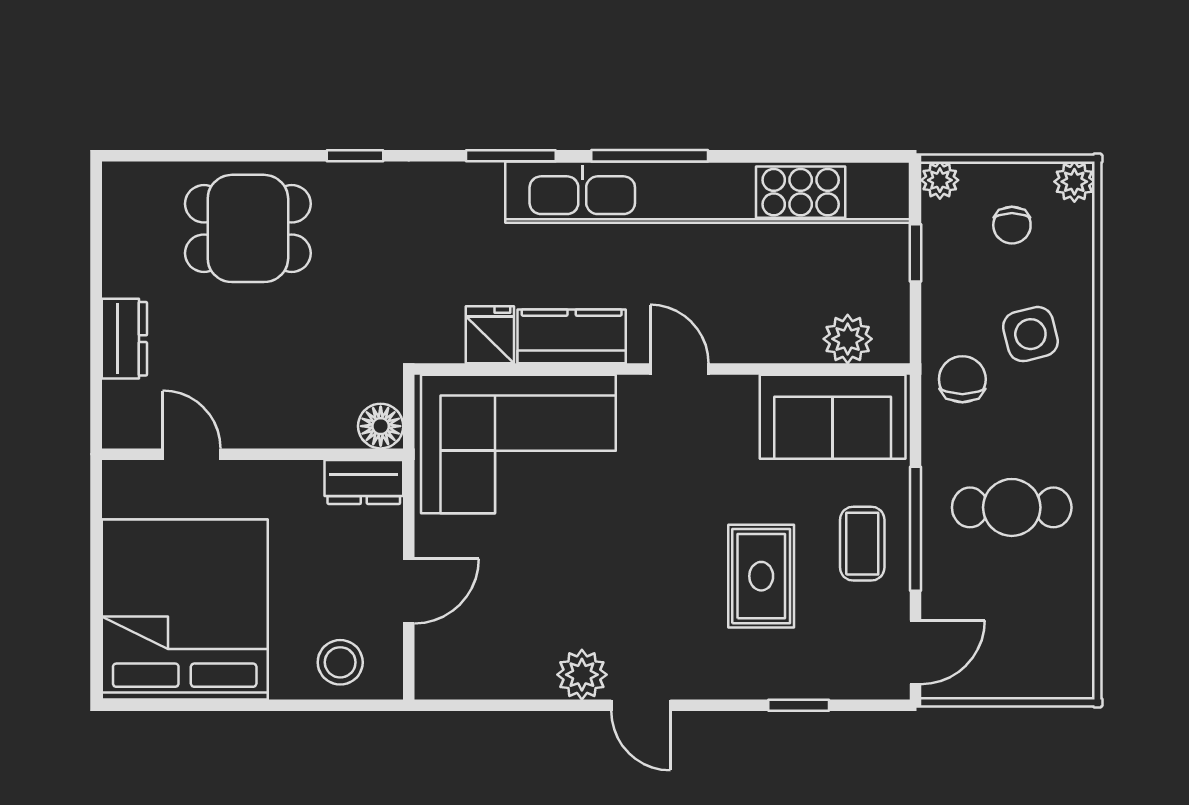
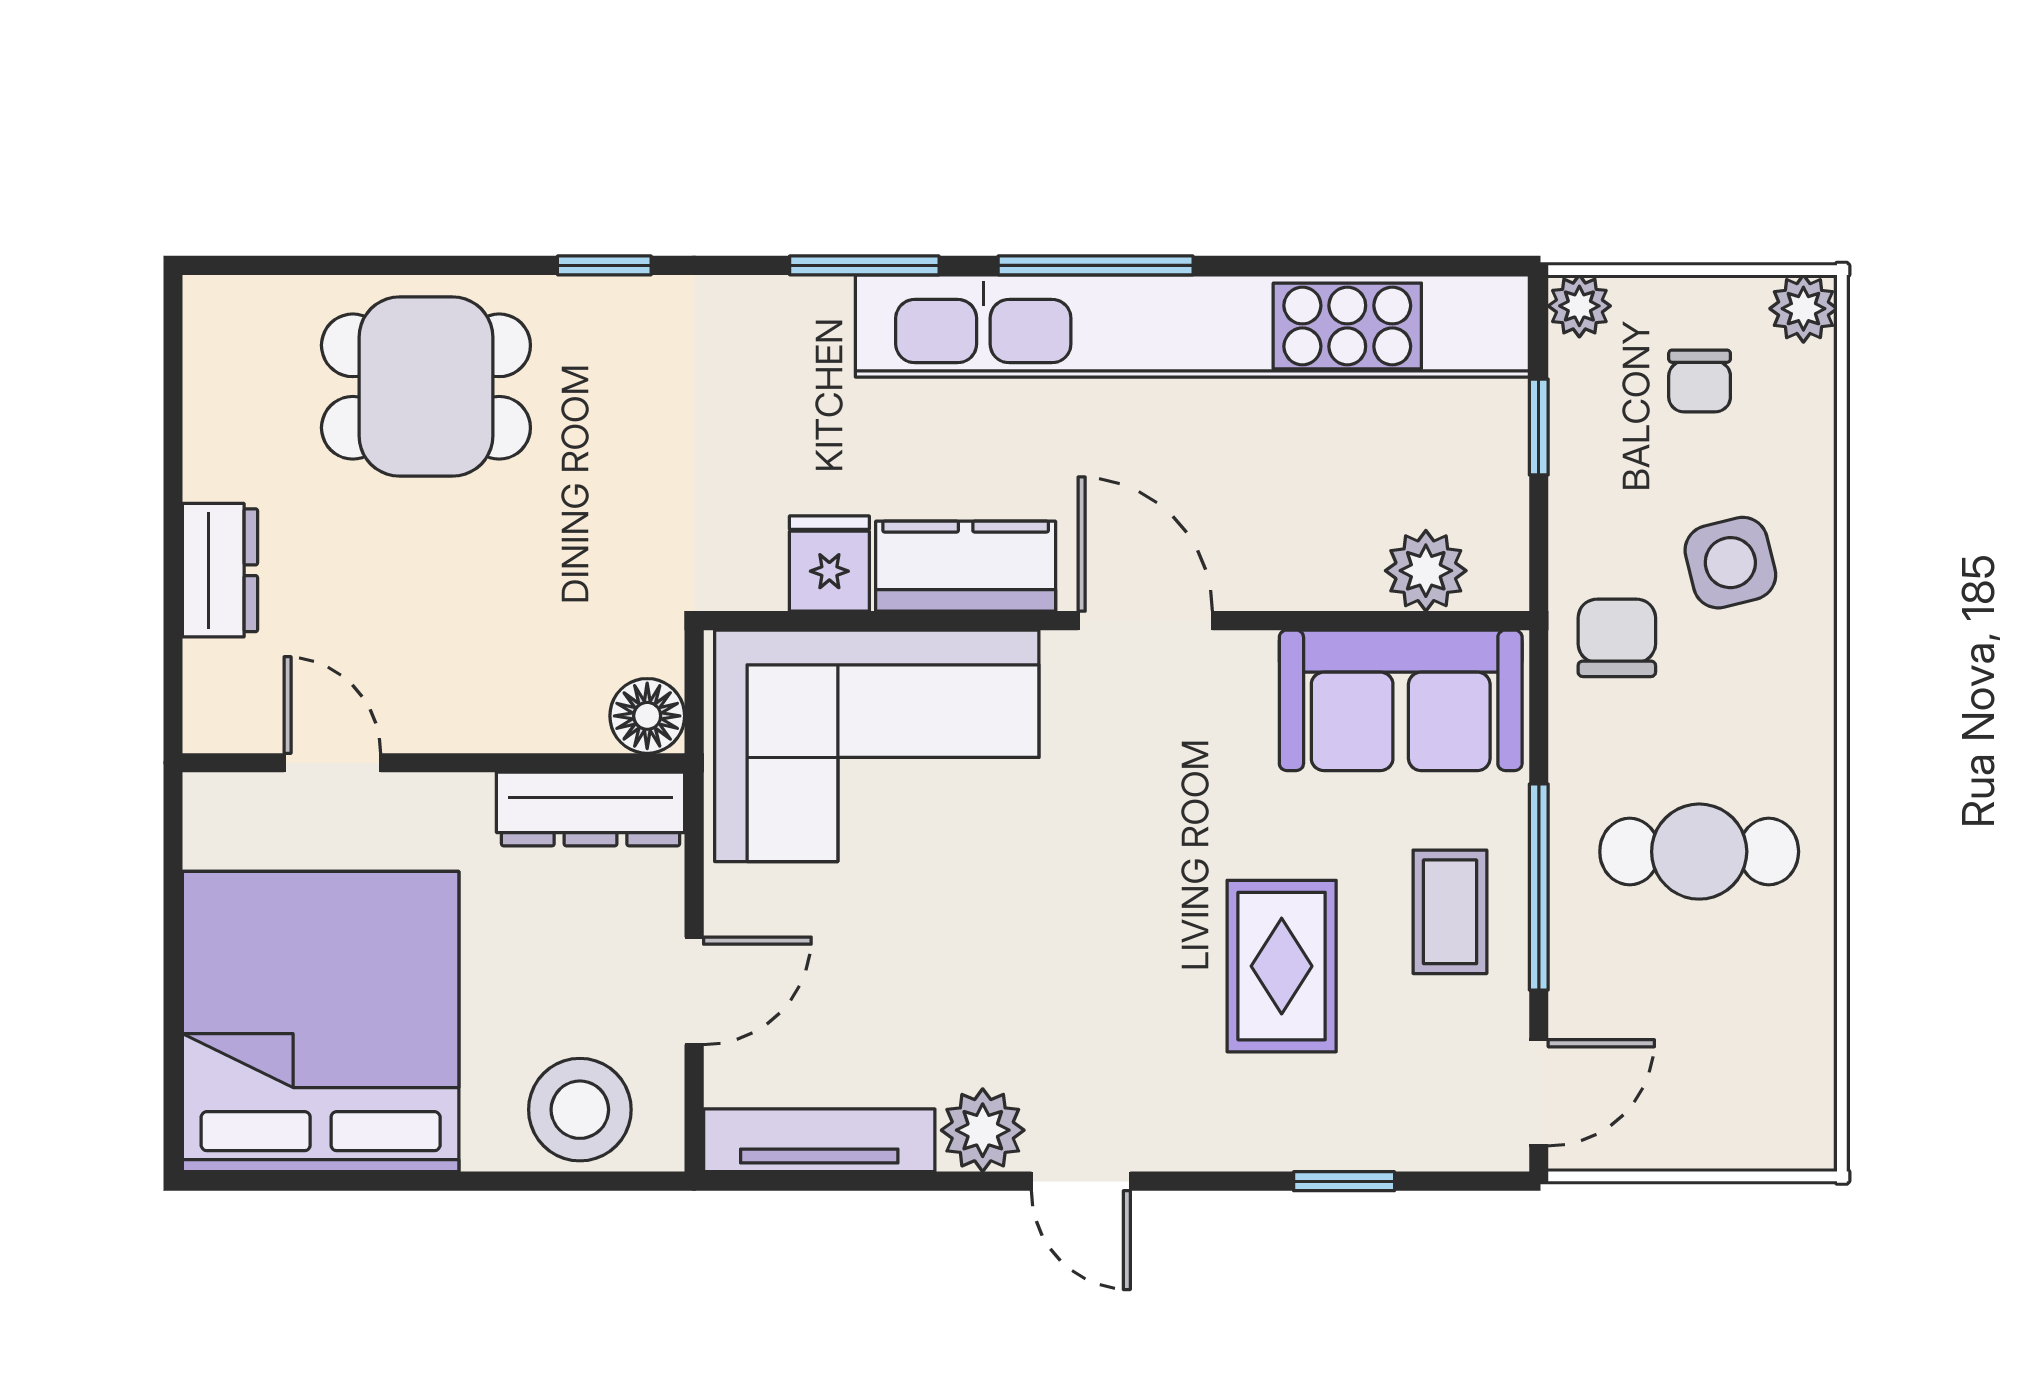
door: (679, 369) -> (1145, 621), width x1.38
dresser: (364, 482) -> (591, 809), width x1.44
stool: (340, 662) -> (580, 1110), width x1.38, depth x1.38
tv unit: (484, 681) -> (819, 1140), added

